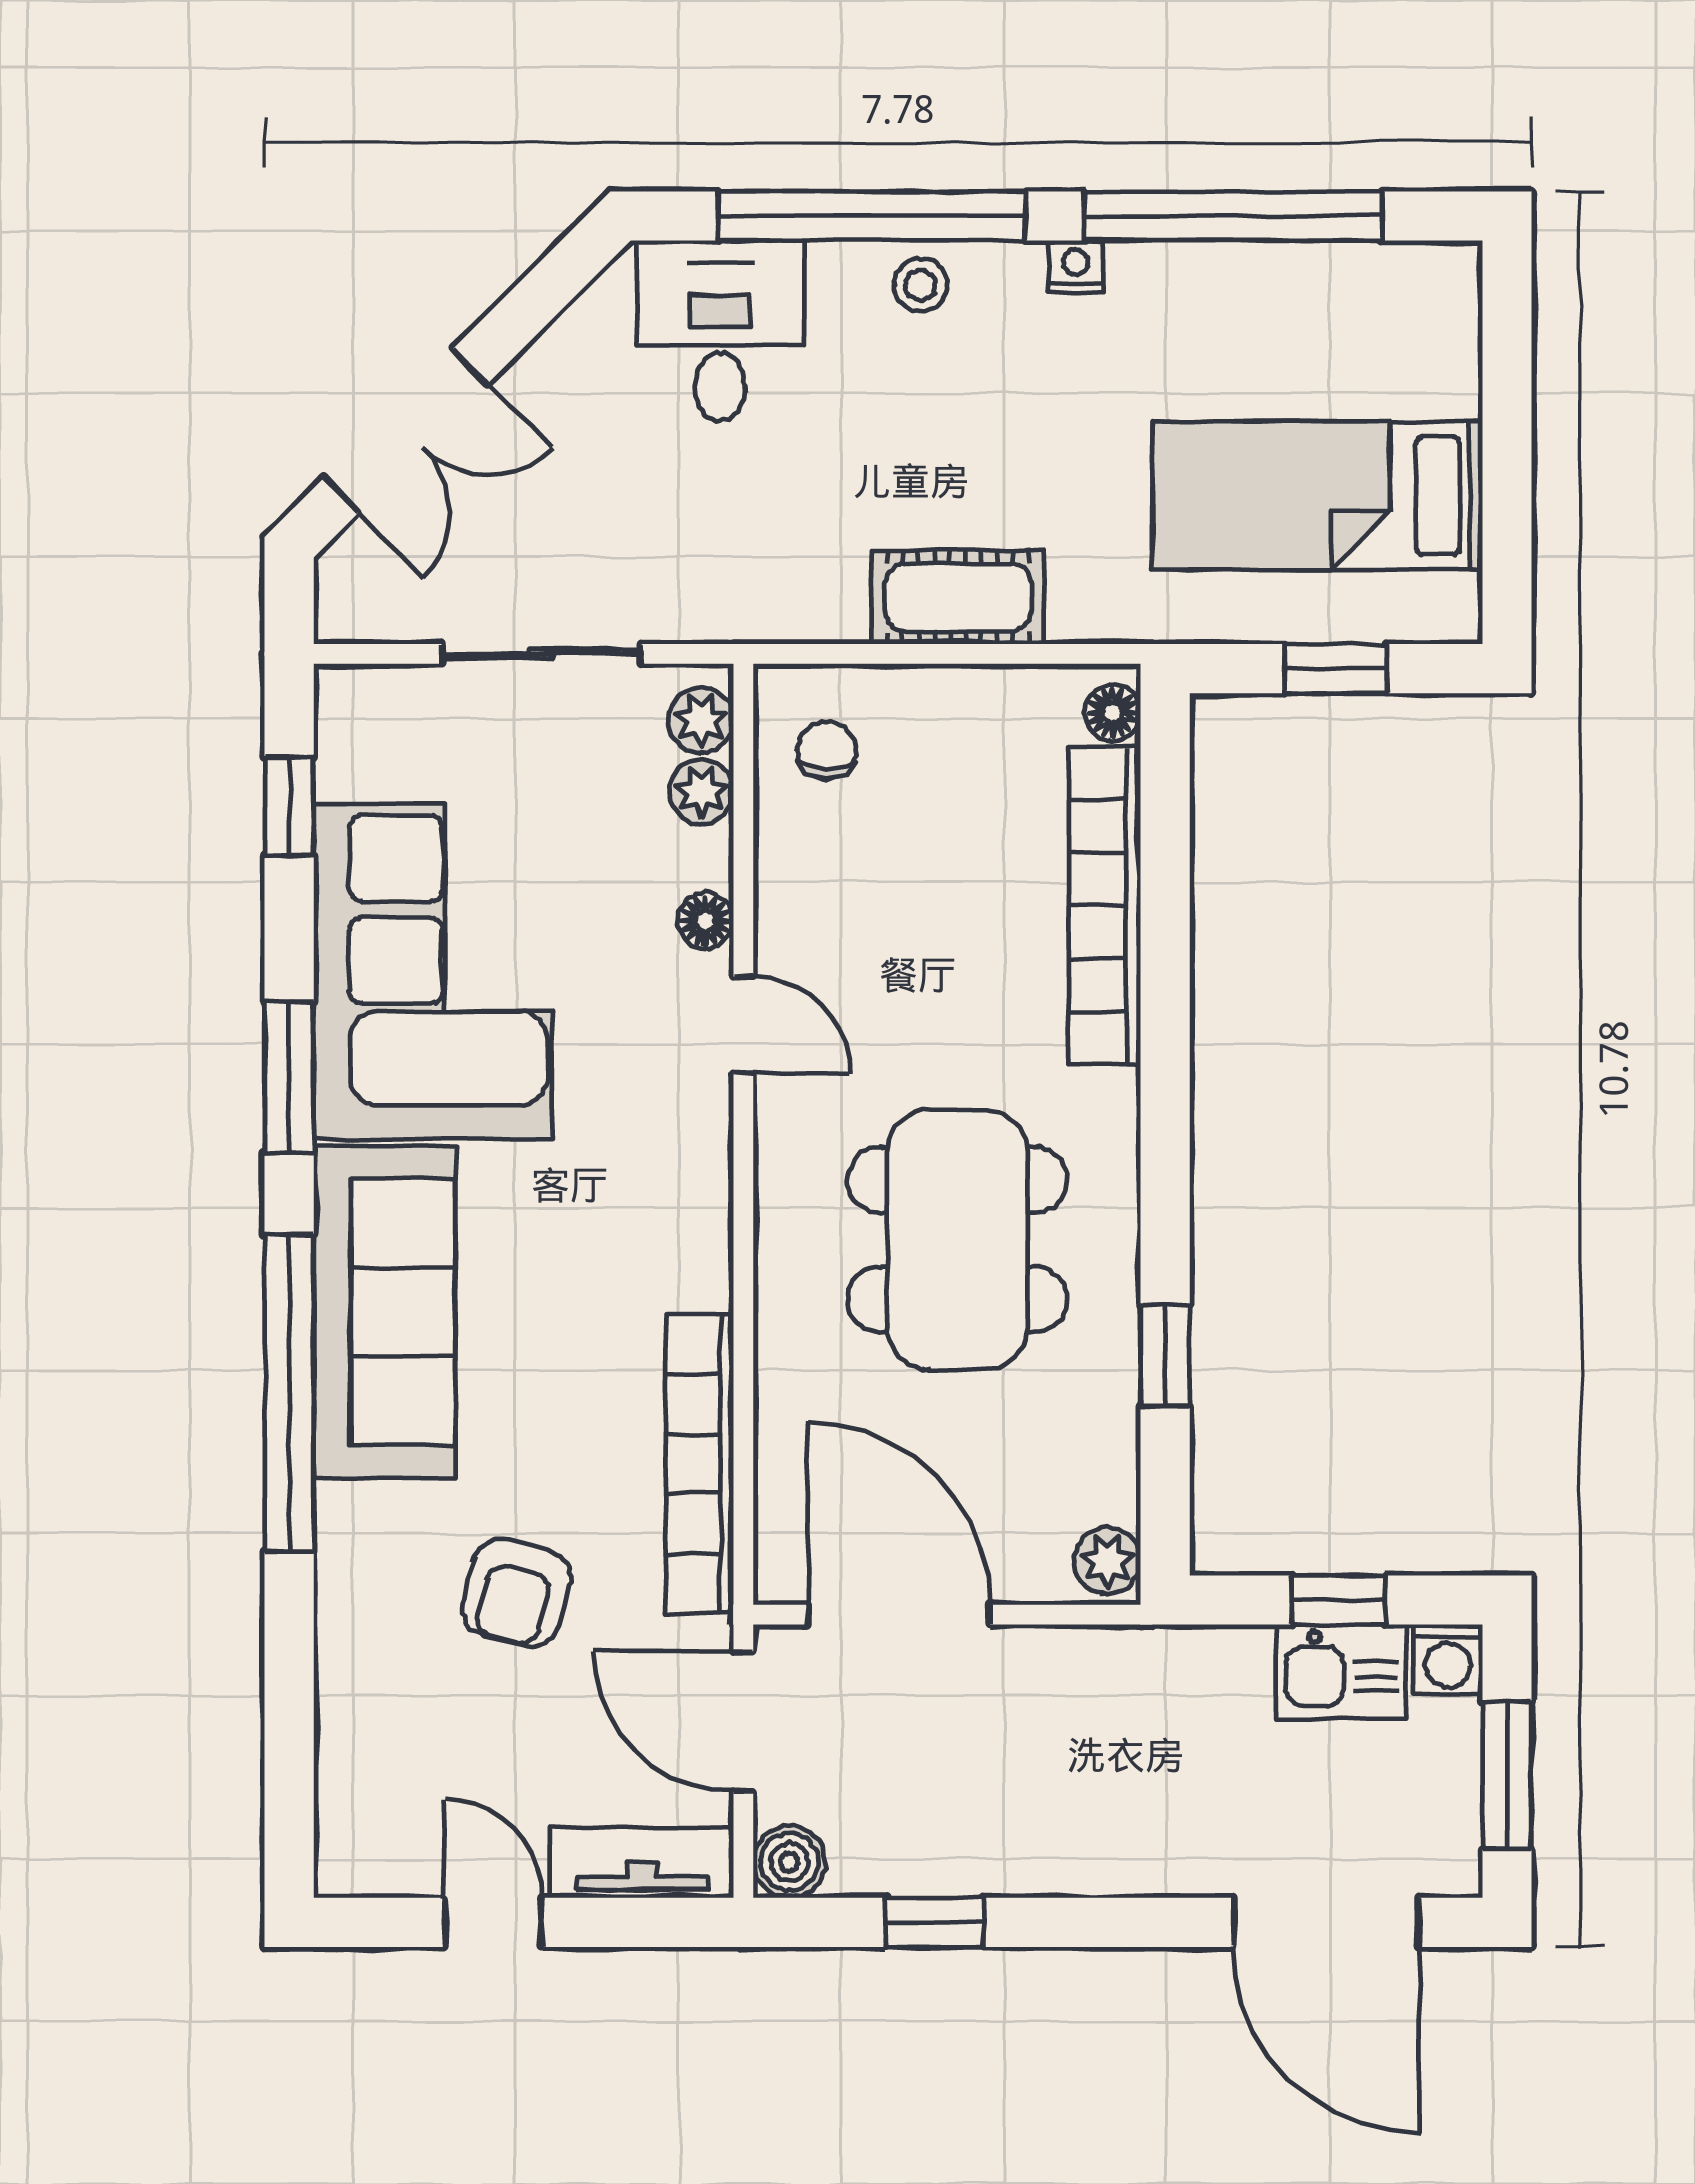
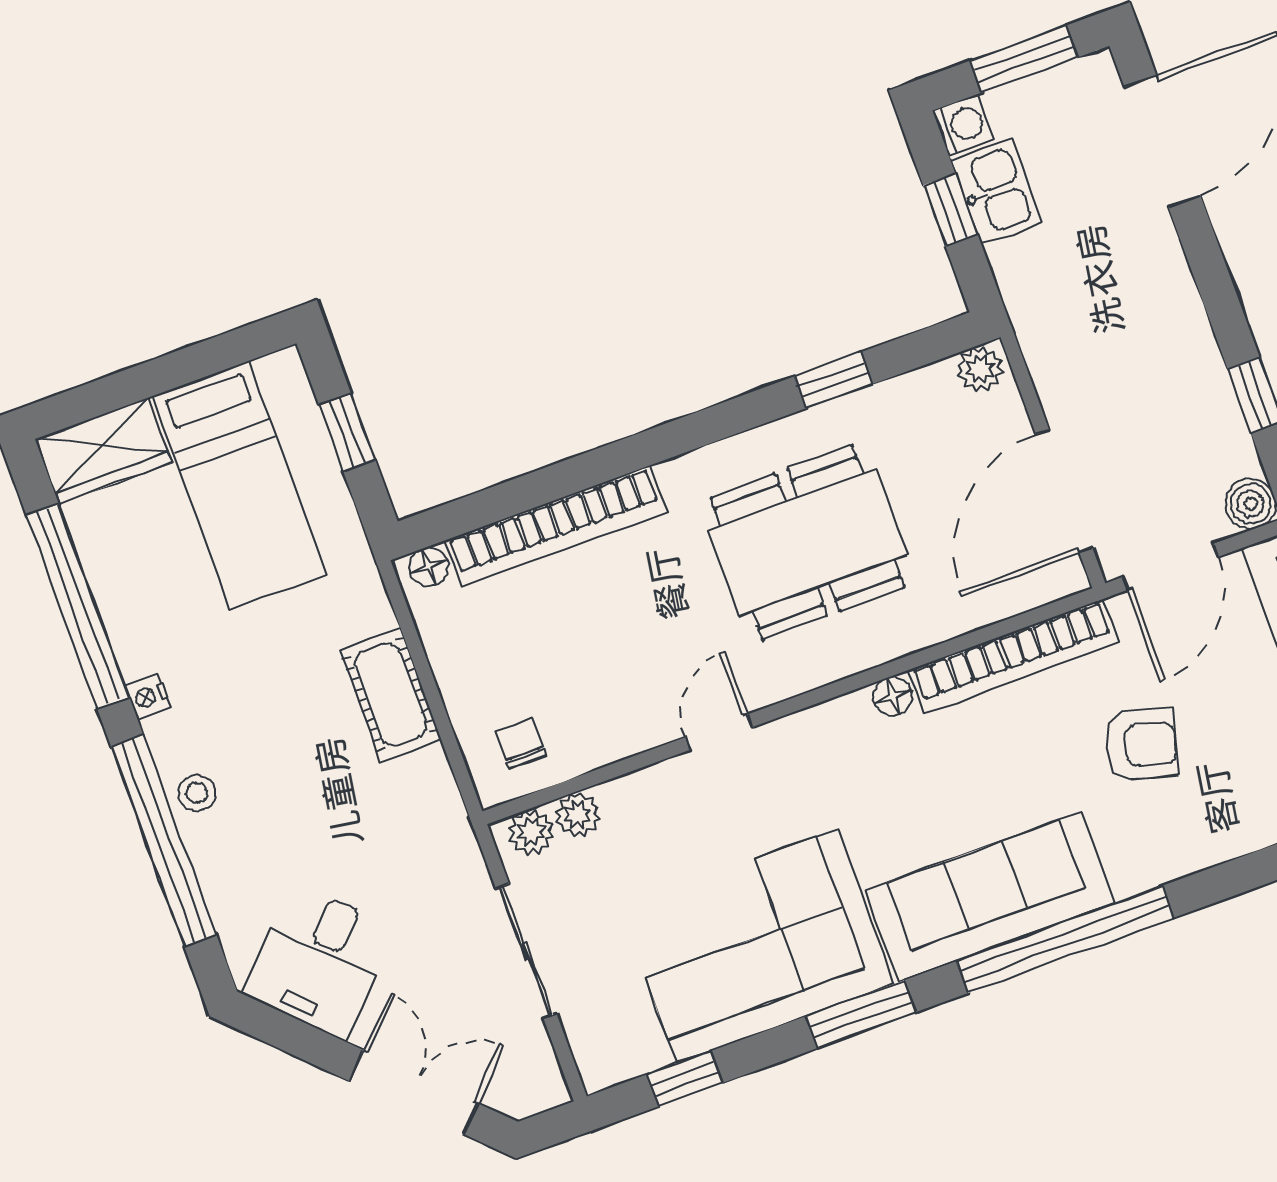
wardrobe: (1432, 329) -> (104, 451), added
desk: (720, 331) -> (319, 961), moved, turned -45
chair: (827, 750) -> (521, 743), turned 90
floor lamp: (706, 921) -> (893, 696), moved

